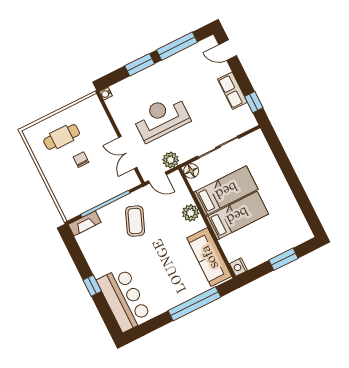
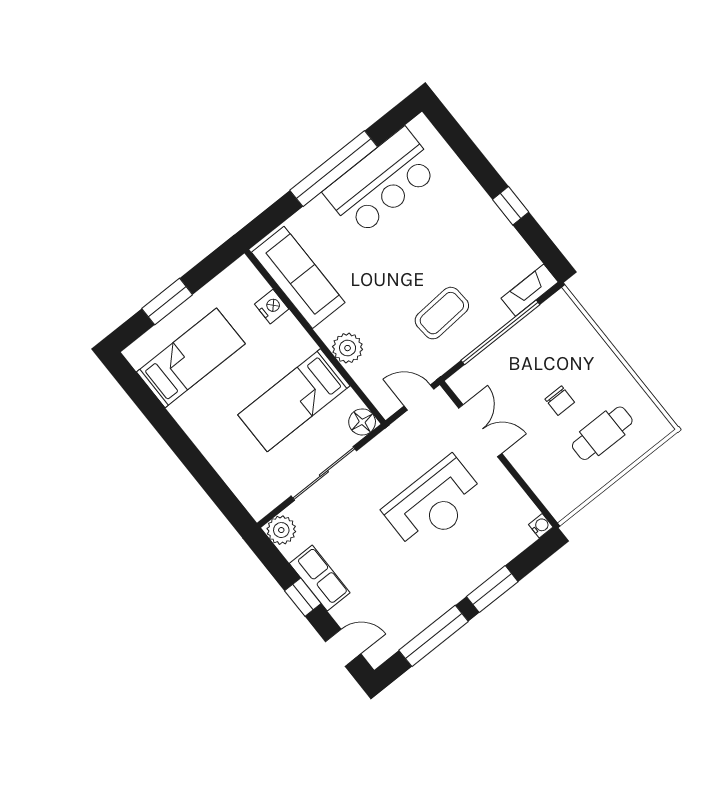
window: (254, 102) -> (303, 597), moved
plant: (171, 160) -> (281, 530), moved
bed: (237, 216) -> (191, 358), moved, turned 180
coffee table: (135, 221) -> (442, 313), turned 64
nightstand: (239, 267) -> (272, 307), moved
window: (92, 286) -> (511, 206), moved
bar counter: (124, 299) -> (382, 182), moved, turned -90
window: (194, 304) -> (334, 169), moved

